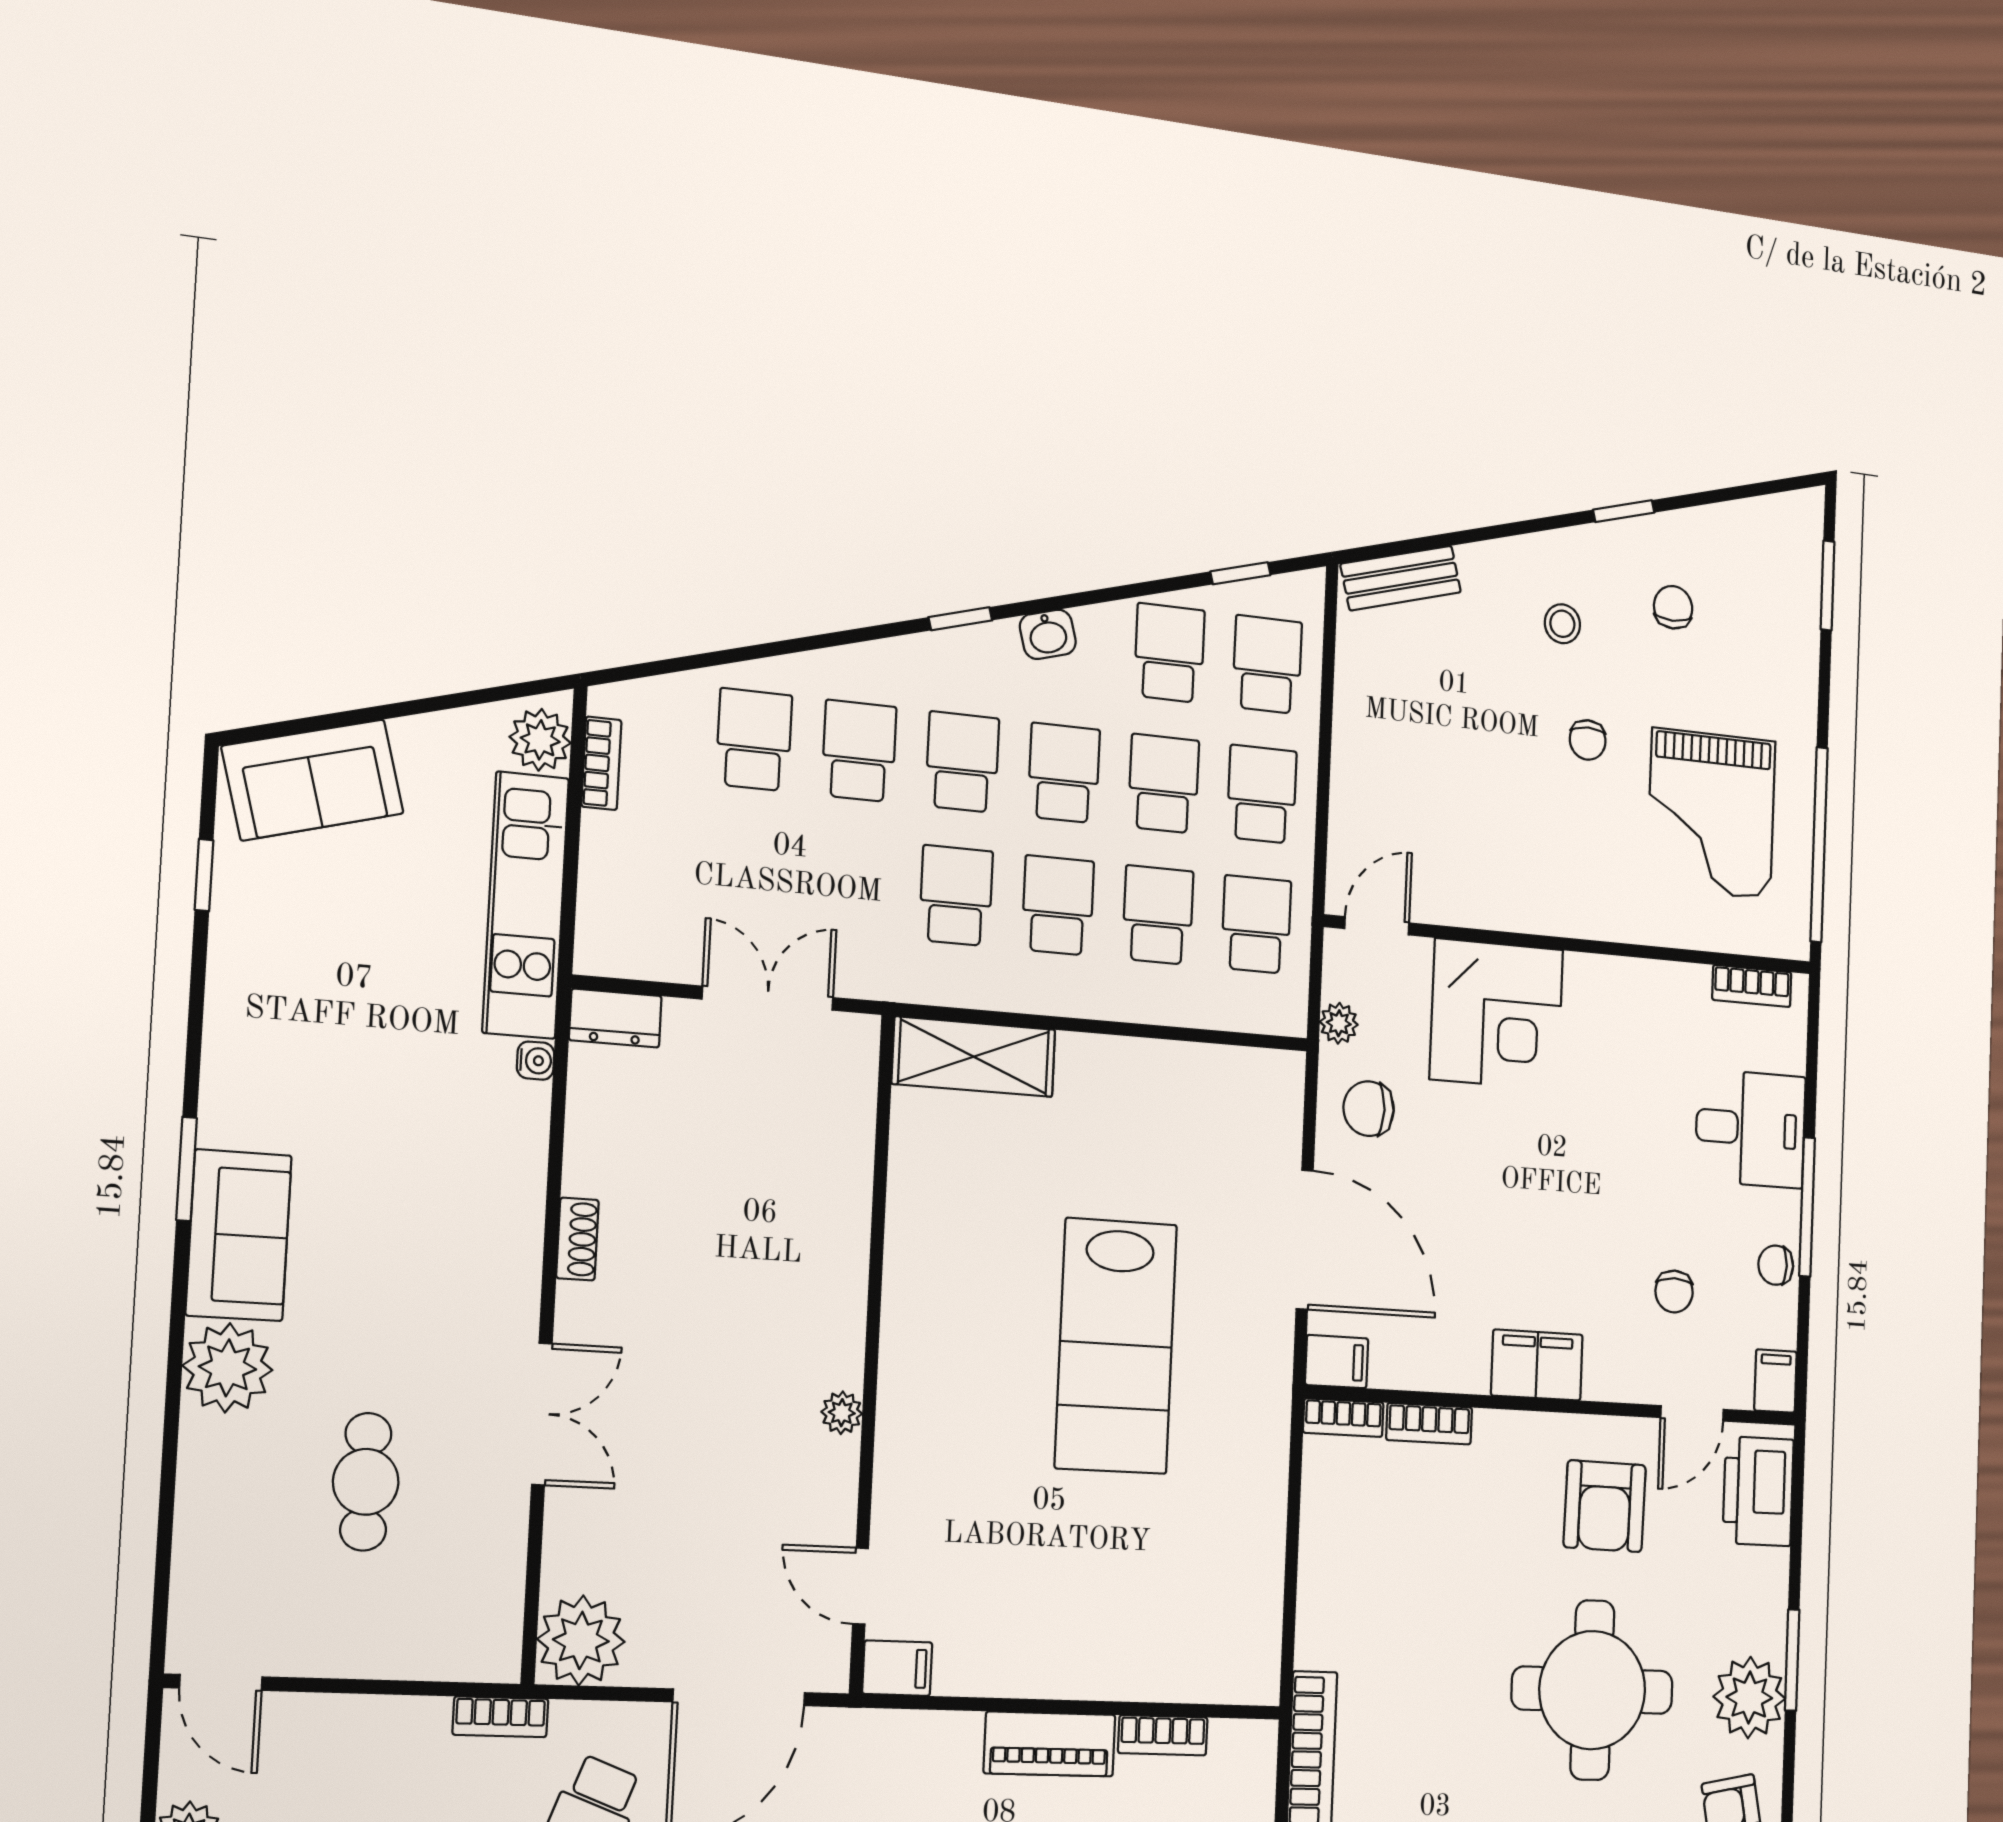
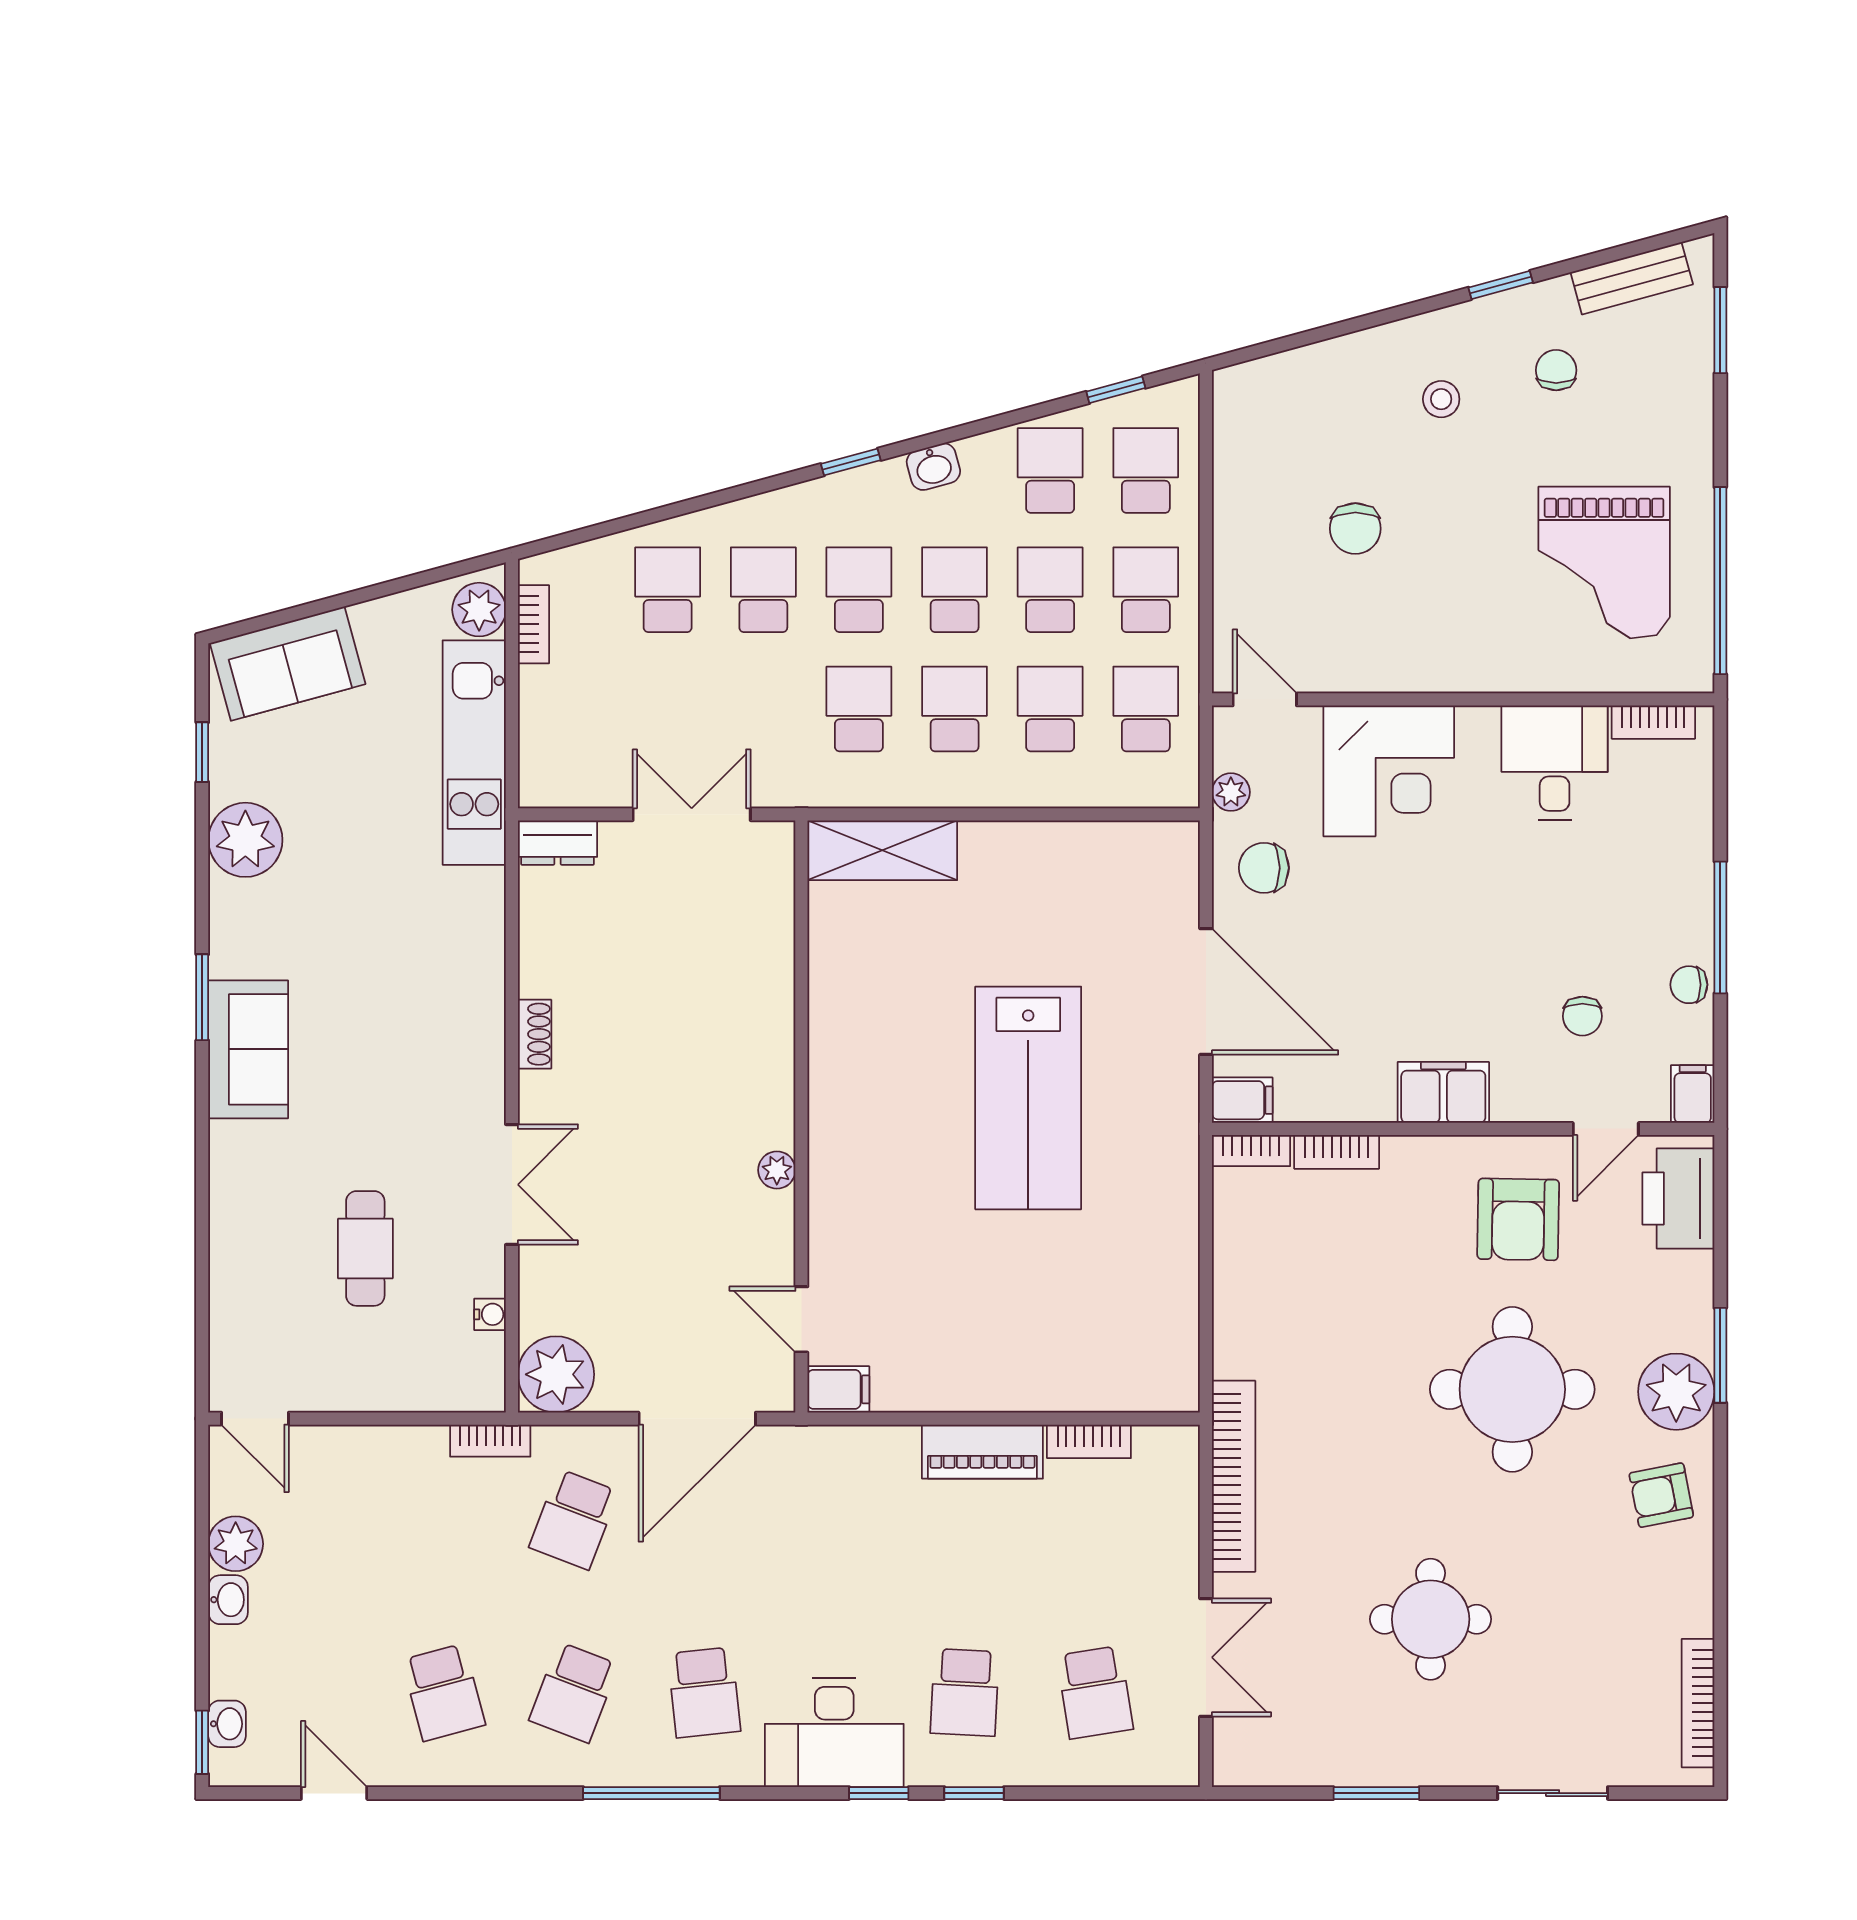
bench: (1401, 578) -> (1632, 278), moved
chair: (1588, 740) -> (1355, 529), moved, width x1.37, depth x1.37
door: (1377, 926) -> (1265, 699), hinge flipped
water cooler: (536, 1061) -> (490, 1314), moved
desk: (1750, 1129) -> (1555, 763), moved, turned -90
plant: (227, 1368) -> (245, 840), moved

